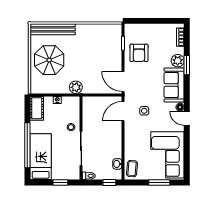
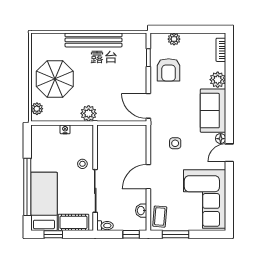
bench: (53, 29) -> (93, 40), moved
plant: (143, 29) -> (174, 39), added
window: (187, 65) -> (229, 85), removed
plant: (35, 84) -> (37, 109), added
cot: (37, 108) -> (73, 222), moved, turned 90
door: (123, 111) -> (148, 177), moved
door: (187, 118) -> (229, 153), hinge flipped
window: (60, 183) -> (53, 234), moved
window: (159, 183) -> (176, 234), moved

